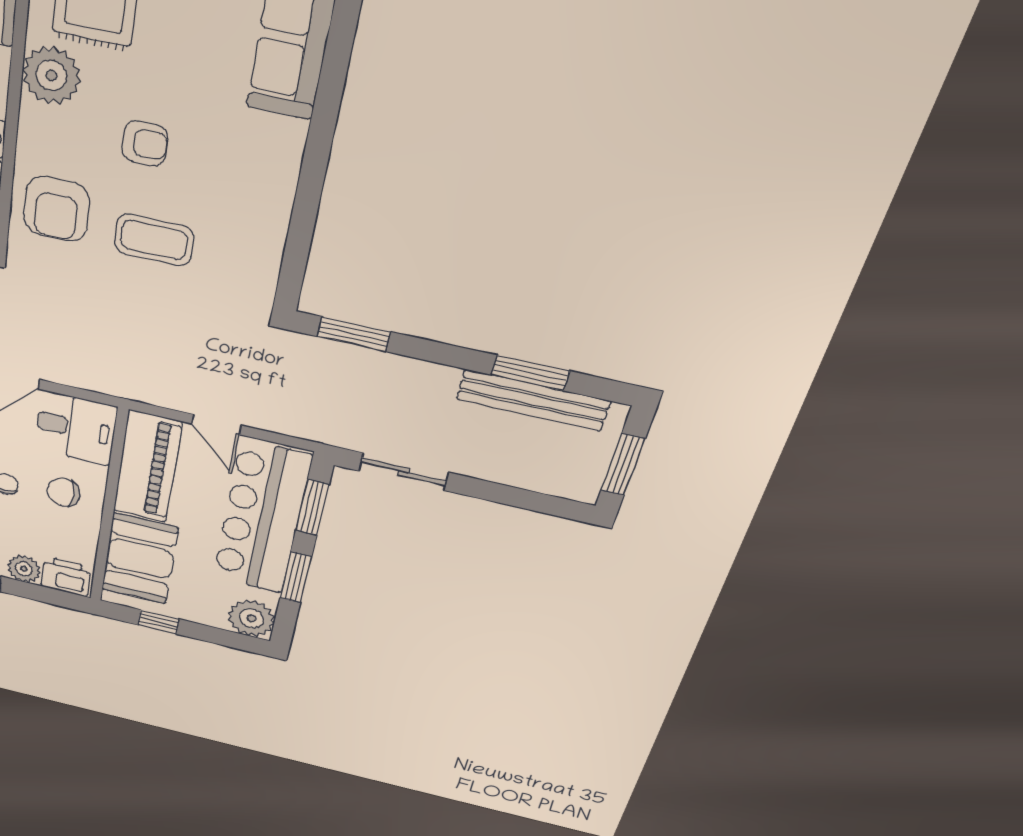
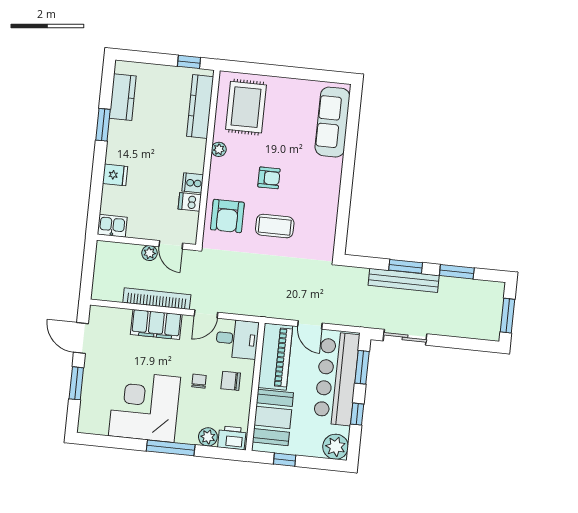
plant: (51, 75) -> (219, 149), width x0.53, depth x0.53
window: (354, 334) -> (406, 266), moved
bench: (533, 400) -> (404, 280), moved
window: (296, 577) -> (357, 414), width x0.67

